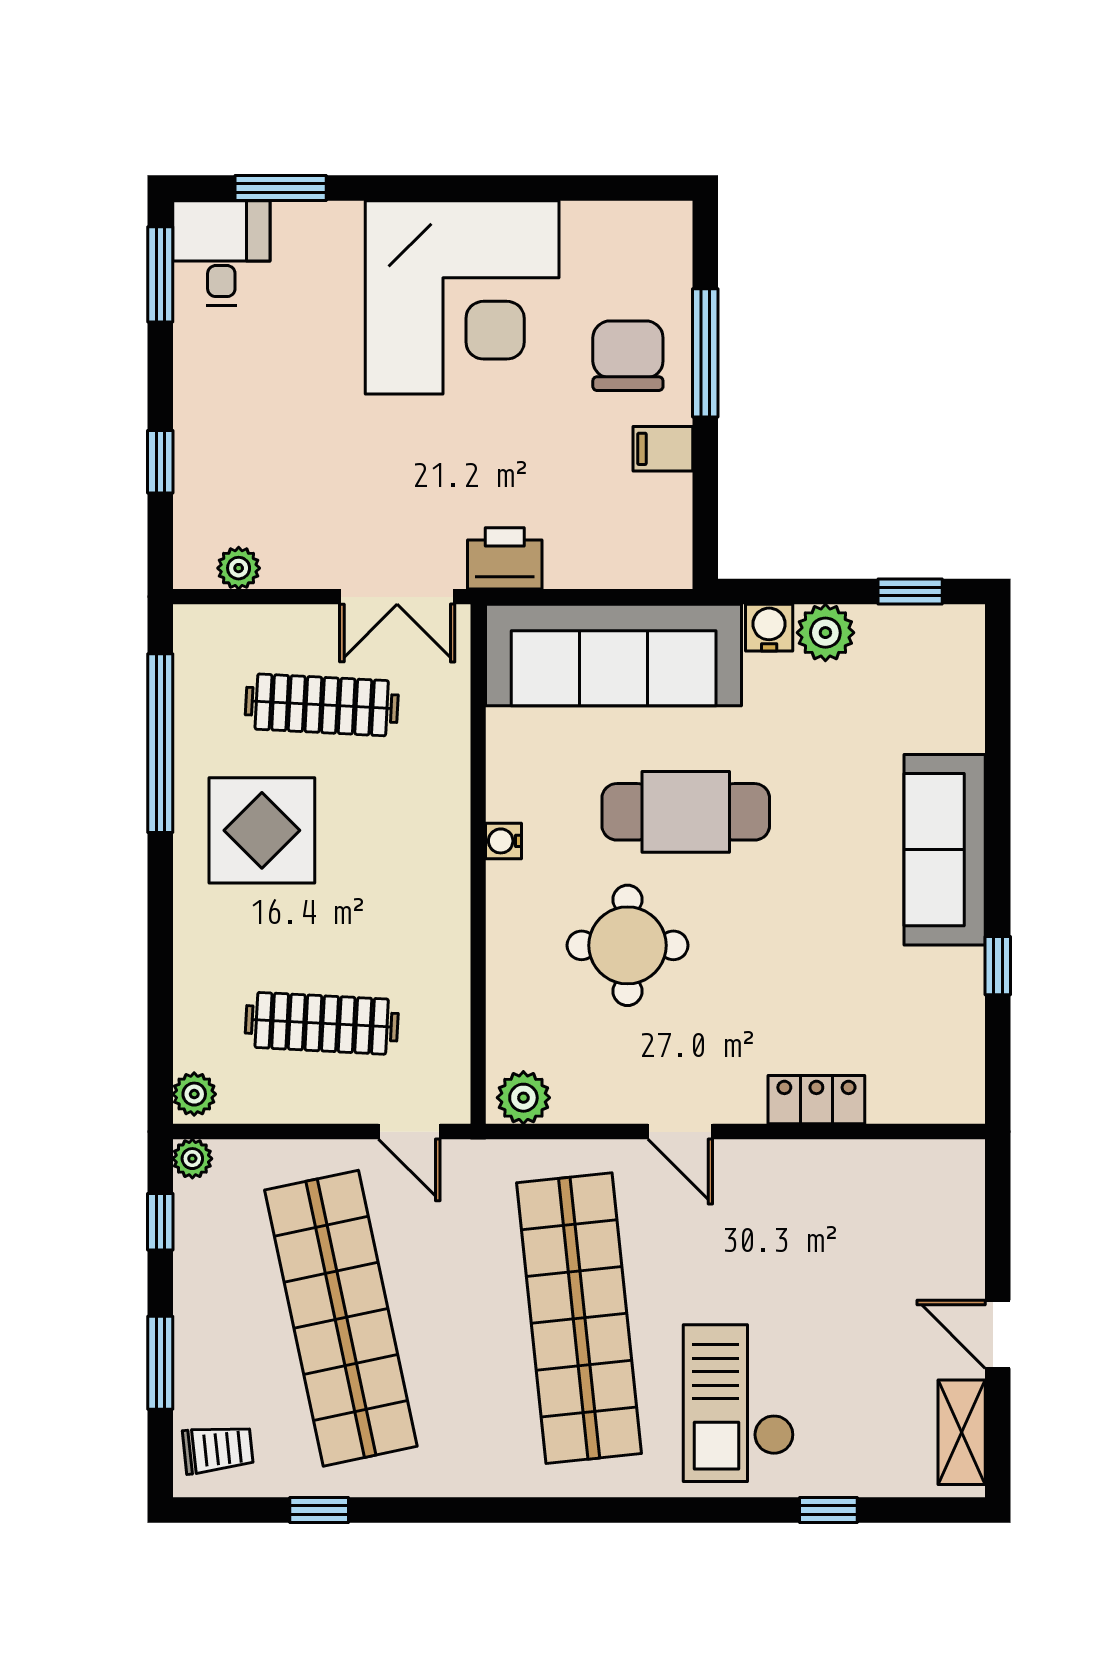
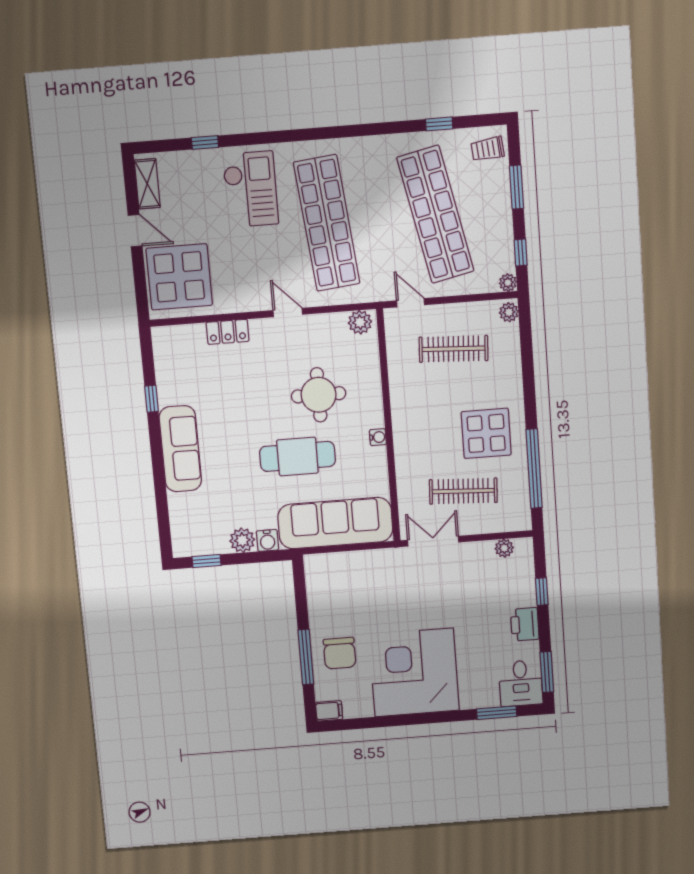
filing cabinet: (663, 449) -> (329, 711), moved
printer: (505, 558) -> (525, 624), moved, turned 90
display table: (911, 1227) -> (179, 277), added

